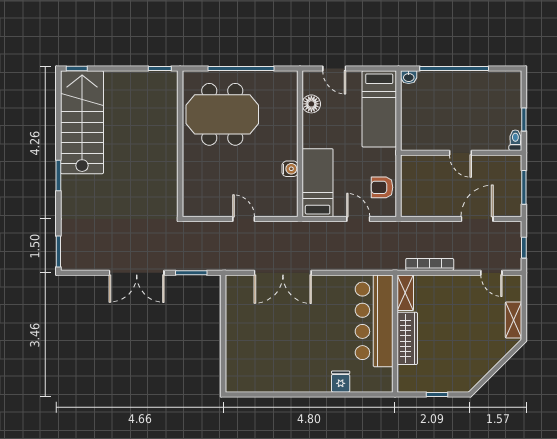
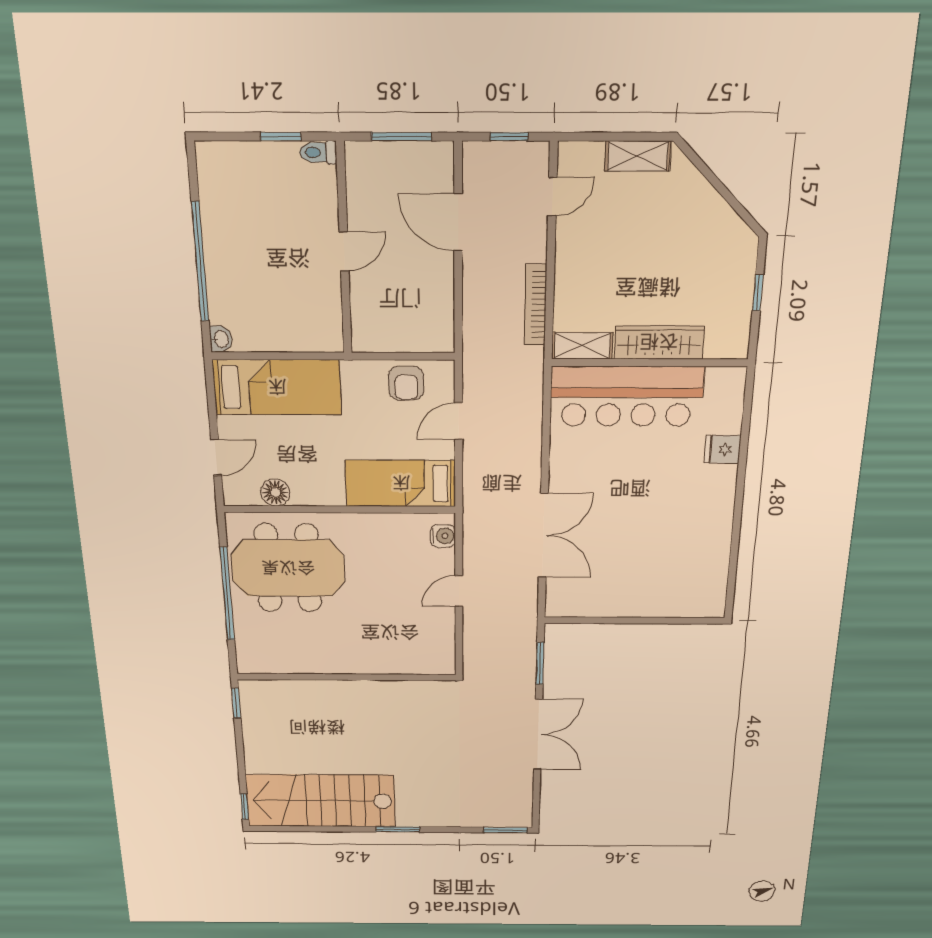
meeting table: (222, 114) -> (288, 568), moved, turned 90
water cooler: (290, 169) -> (443, 536), moved, turned 90

